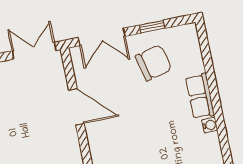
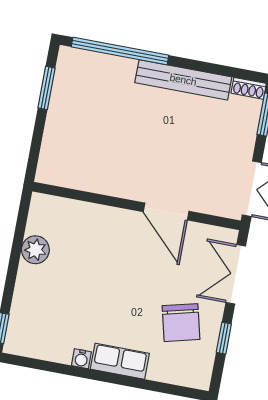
door: (76, 107) -> (166, 212), hinge flipped

